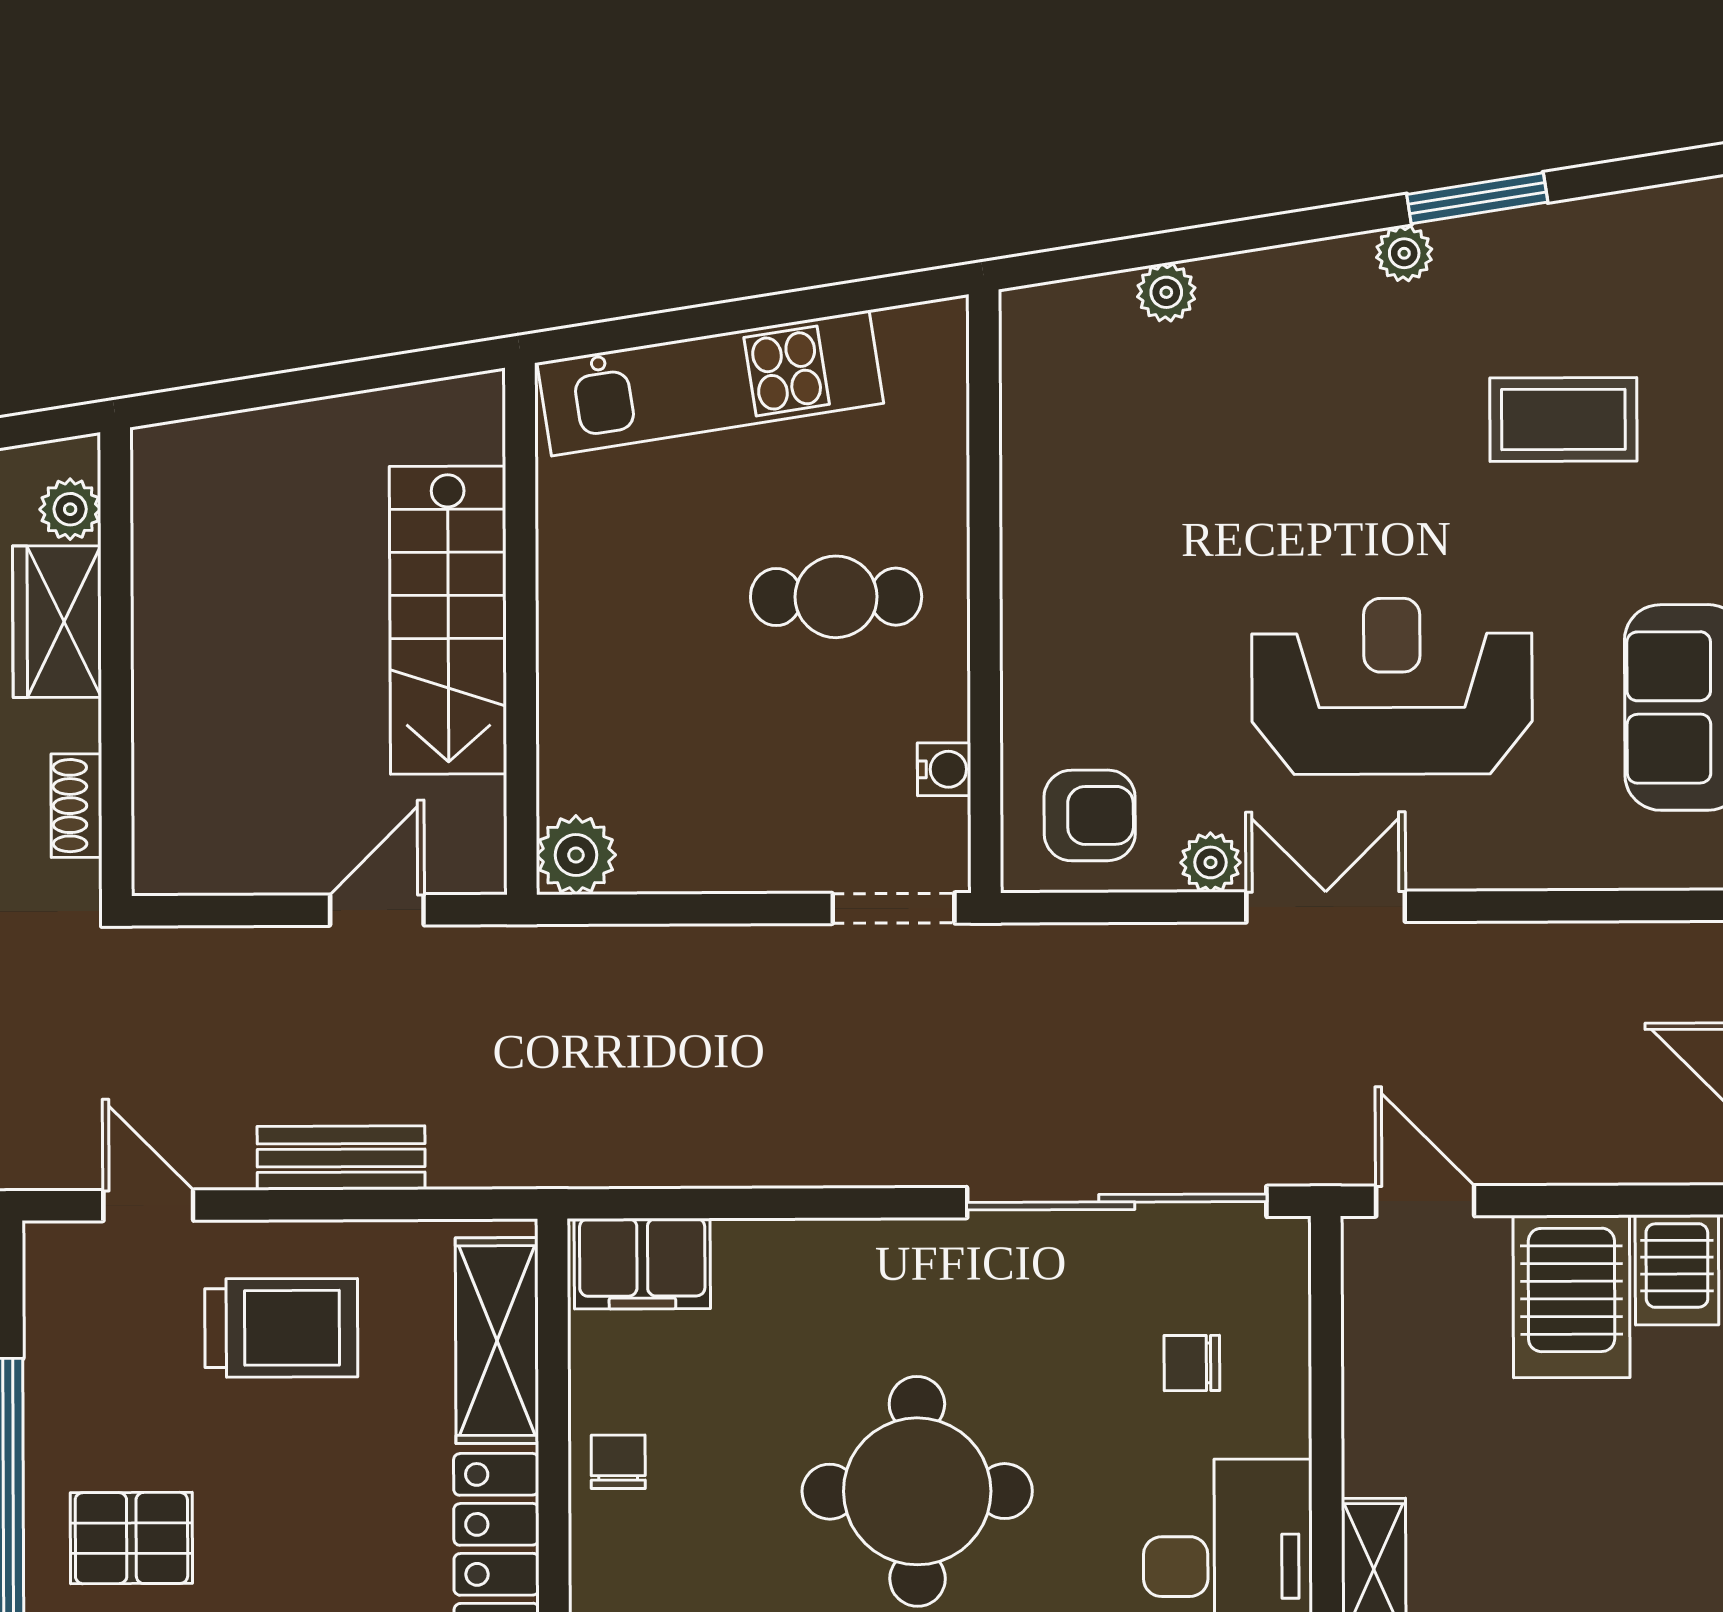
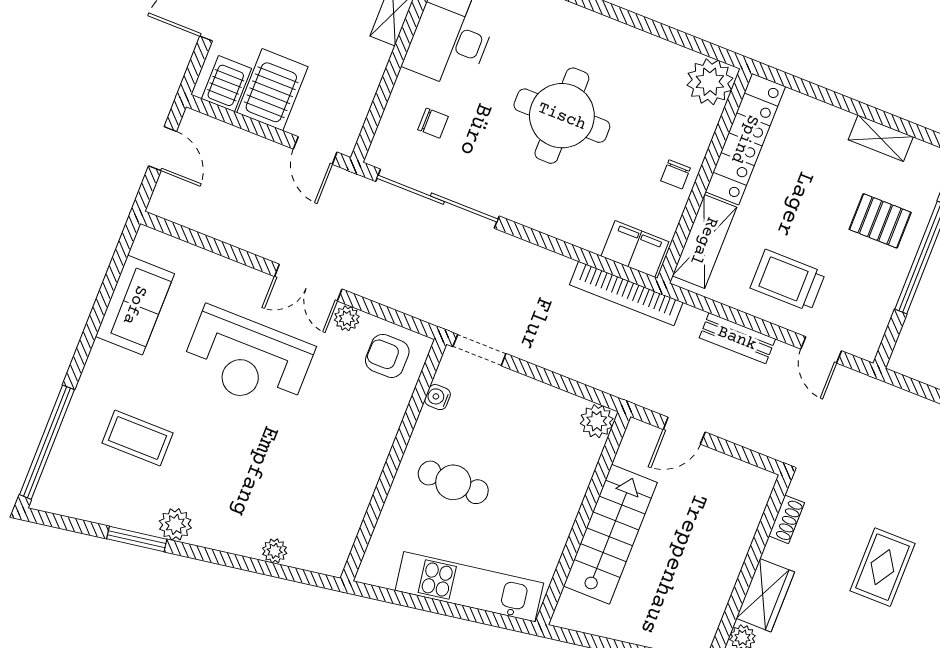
plant: (1404, 253) -> (175, 524), width x1.38, depth x1.38
bookcase: (623, 1159) -> (626, 293), added

